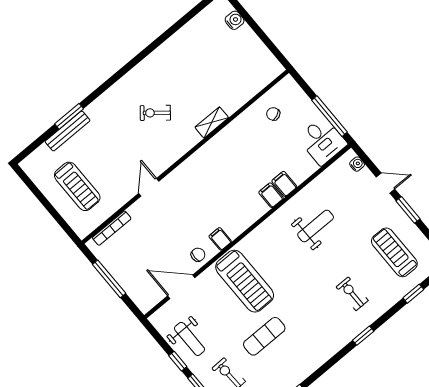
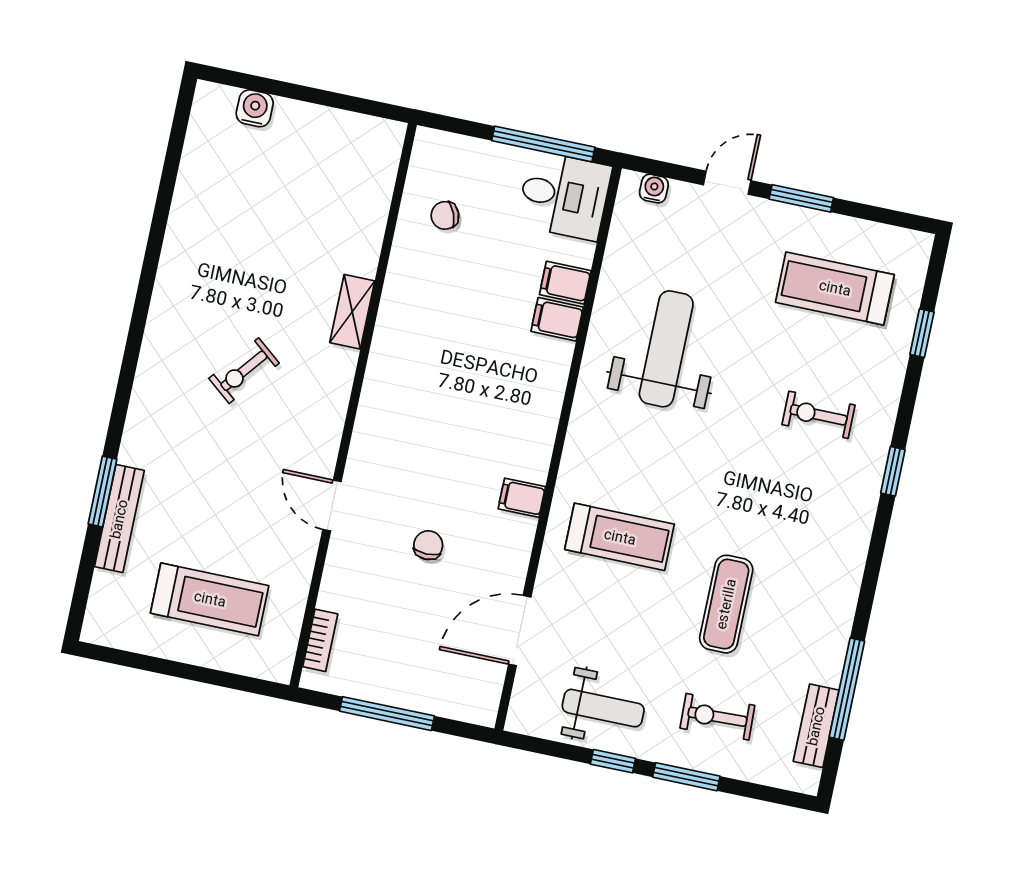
filing cabinet: (271, 195) -> (565, 283), moved
weight bench: (316, 226) -> (666, 349), width x1.36, depth x1.33
bookcase: (112, 228) -> (320, 640), width x0.64
chair: (198, 255) -> (428, 545), moved
treadmill: (245, 281) -> (620, 537), width x0.73, depth x0.73

